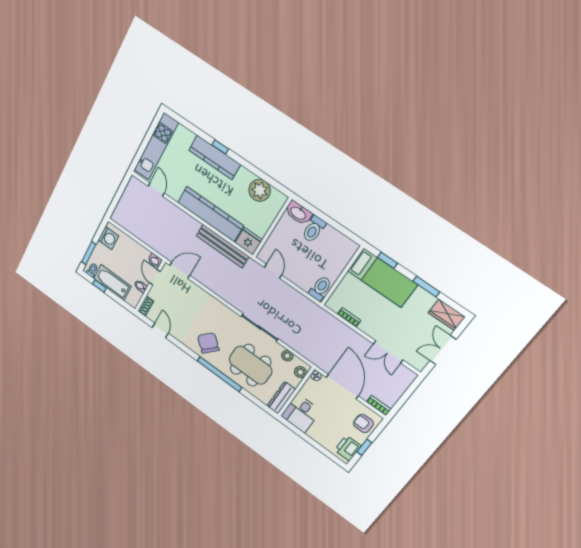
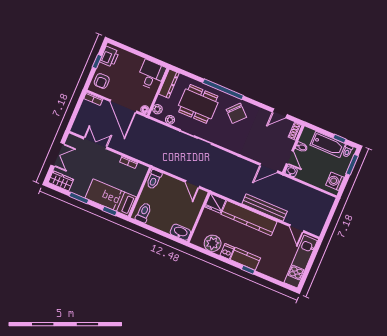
kitchen counter: (215, 157) -> (245, 259), width x0.67
dishwasher: (243, 176) -> (227, 251), added
toilet: (314, 229) -> (144, 213), moved
bench: (223, 246) -> (265, 207), moved
door: (160, 331) -> (280, 113), hinge flipped
armchair: (363, 423) -> (102, 81), turned 89

